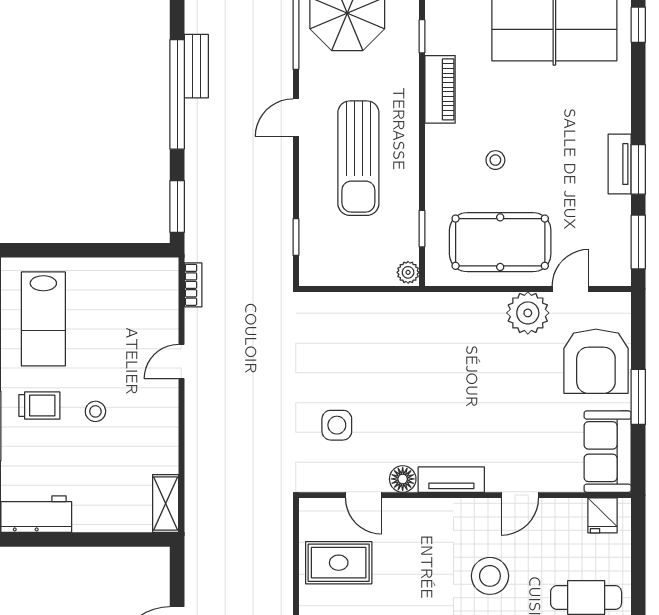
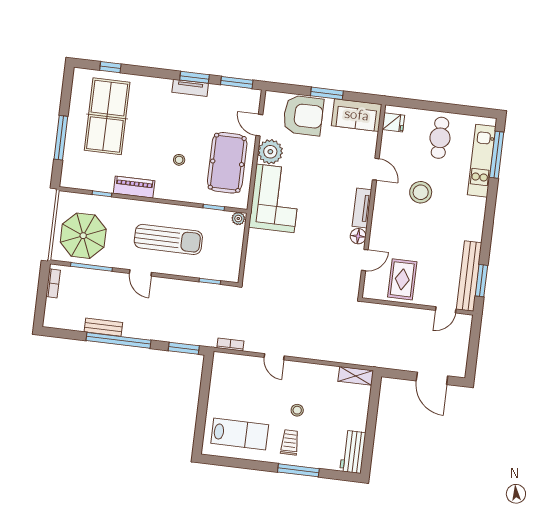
corner sofa: (450, 331) -> (275, 198), added
side table: (337, 425) -> (322, 271), removed

